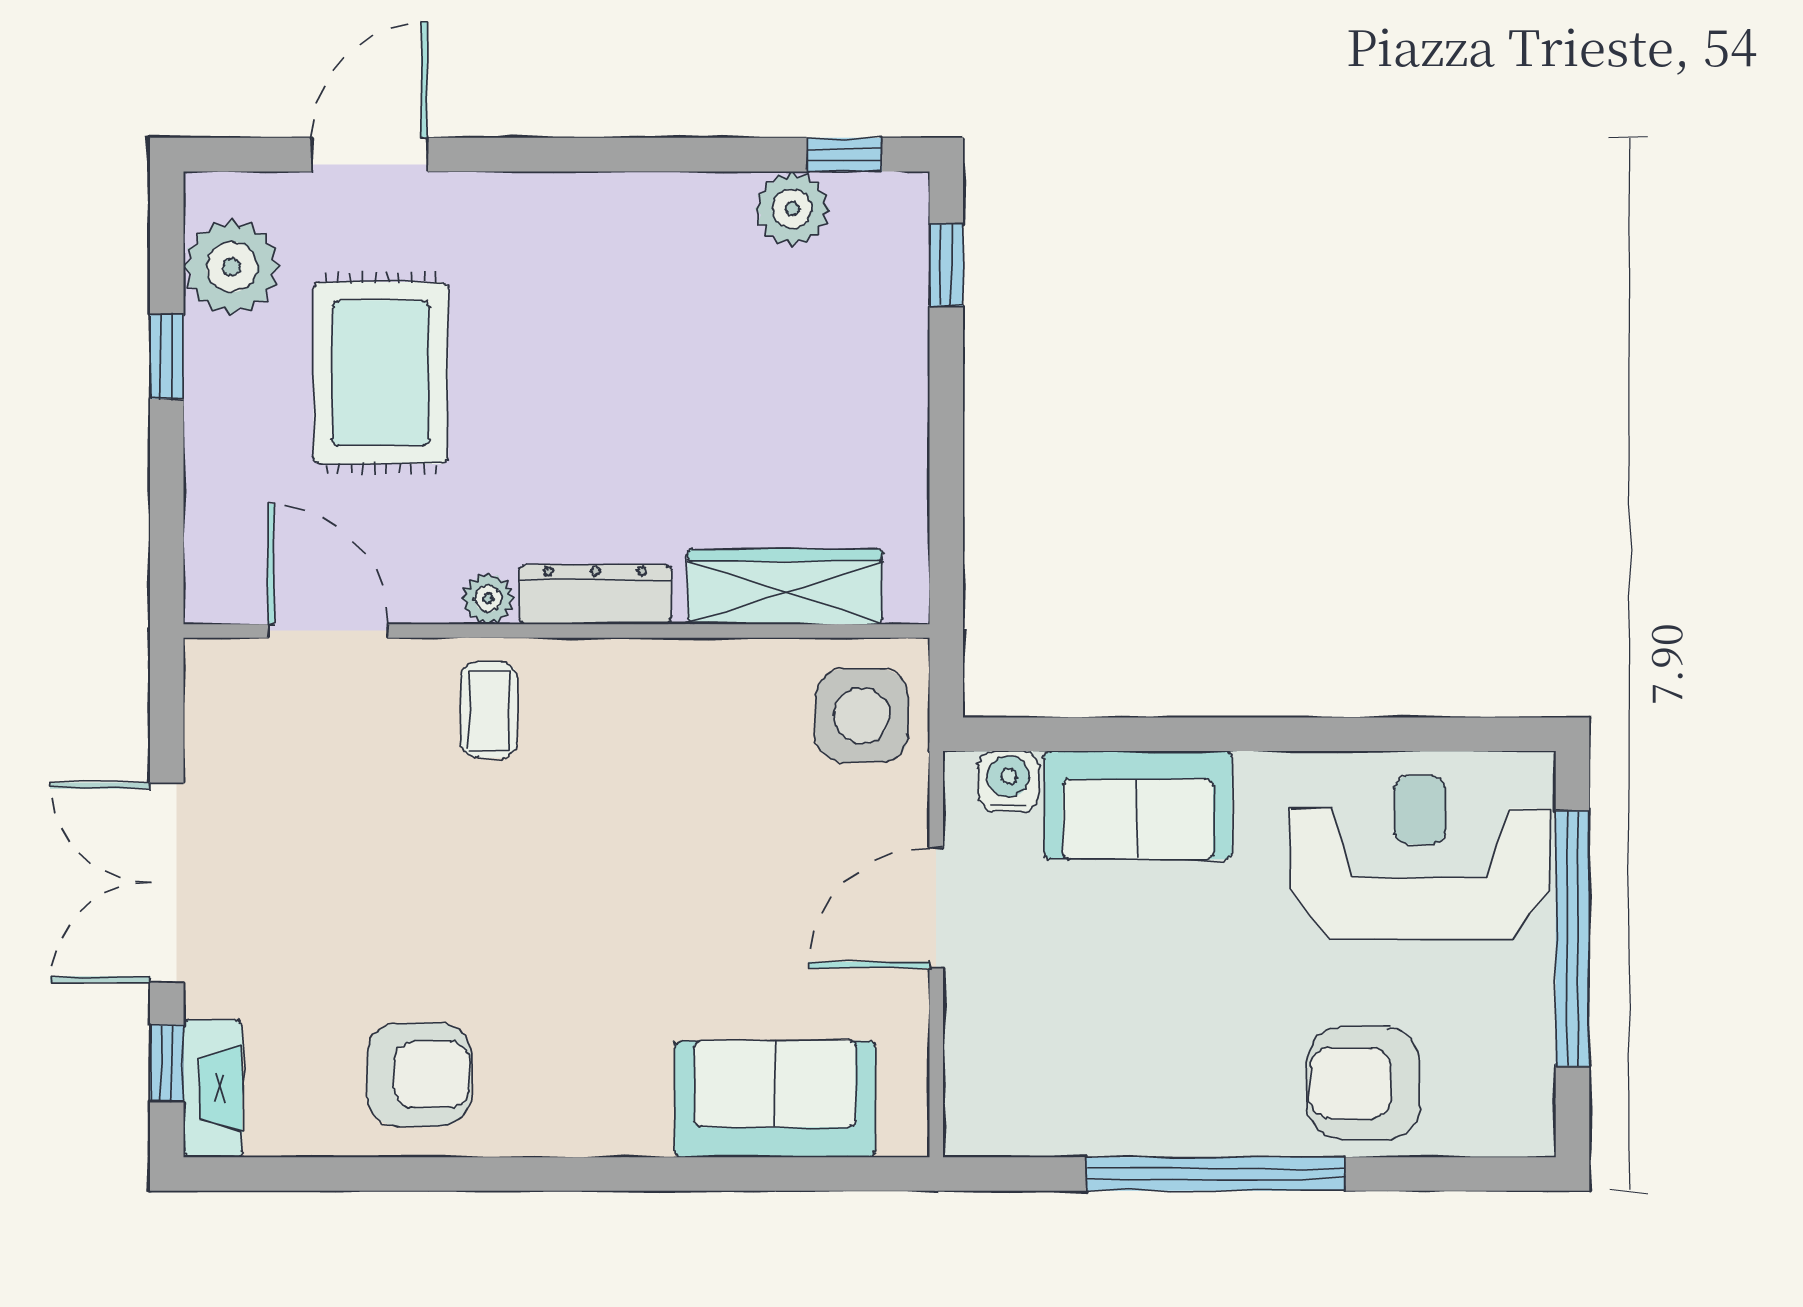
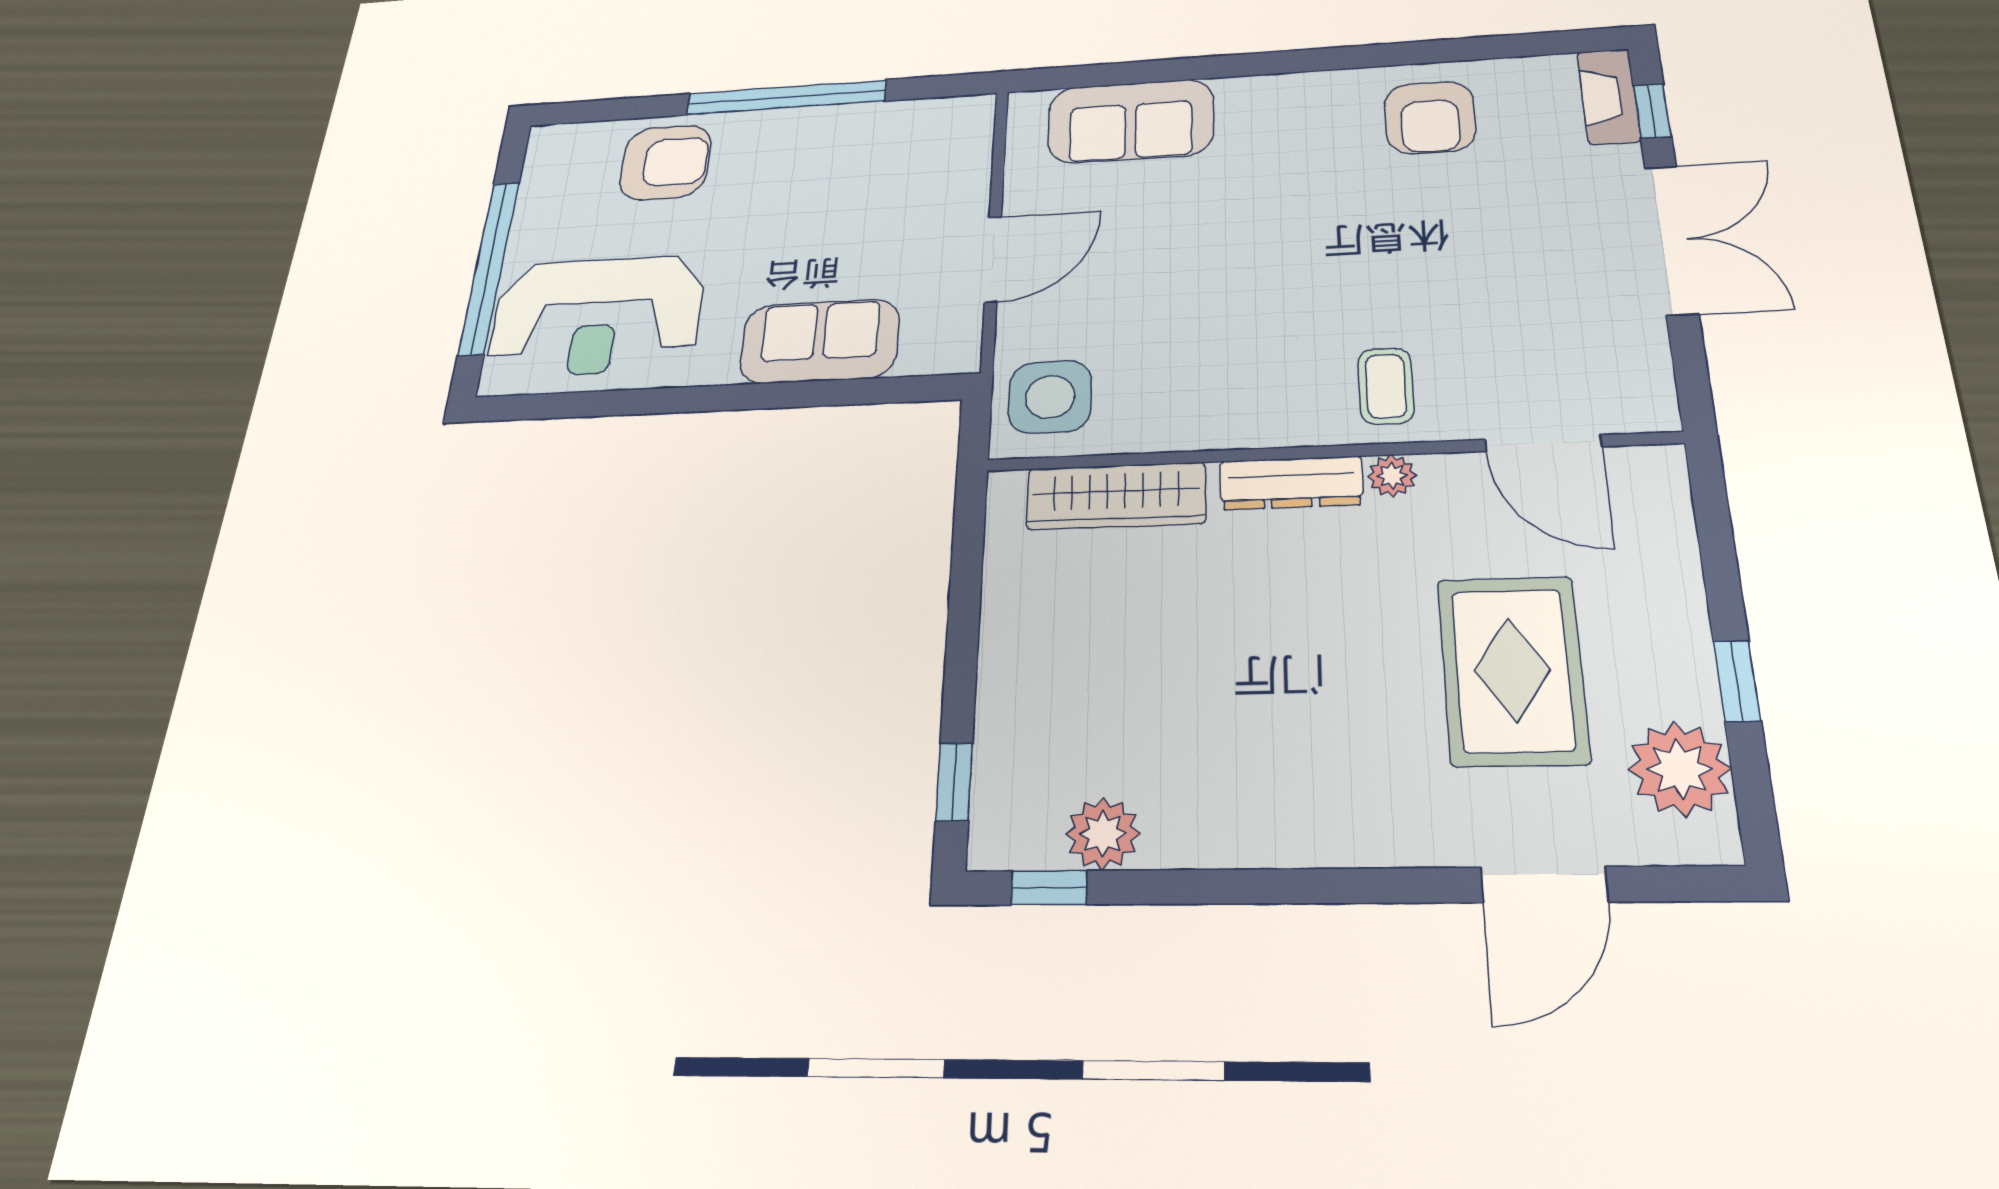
water cooler: (1008, 781) -> (926, 353), removed
armchair: (419, 1075) -> (1430, 118), turned -90

